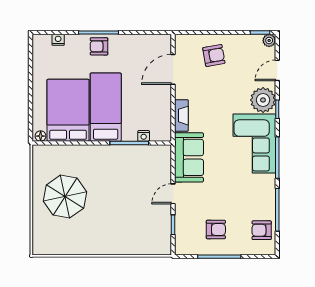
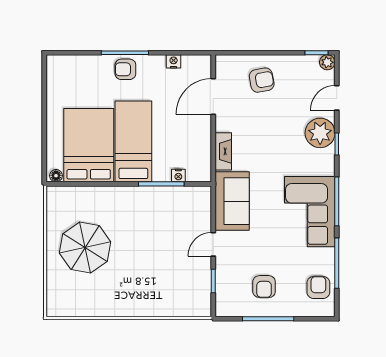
nightstand: (58, 40) -> (174, 61), moved
corner sofa: (254, 143) -> (310, 212), moved
armchair: (216, 229) -> (264, 287), turned 90
armchair: (262, 230) -> (318, 287), turned 90

